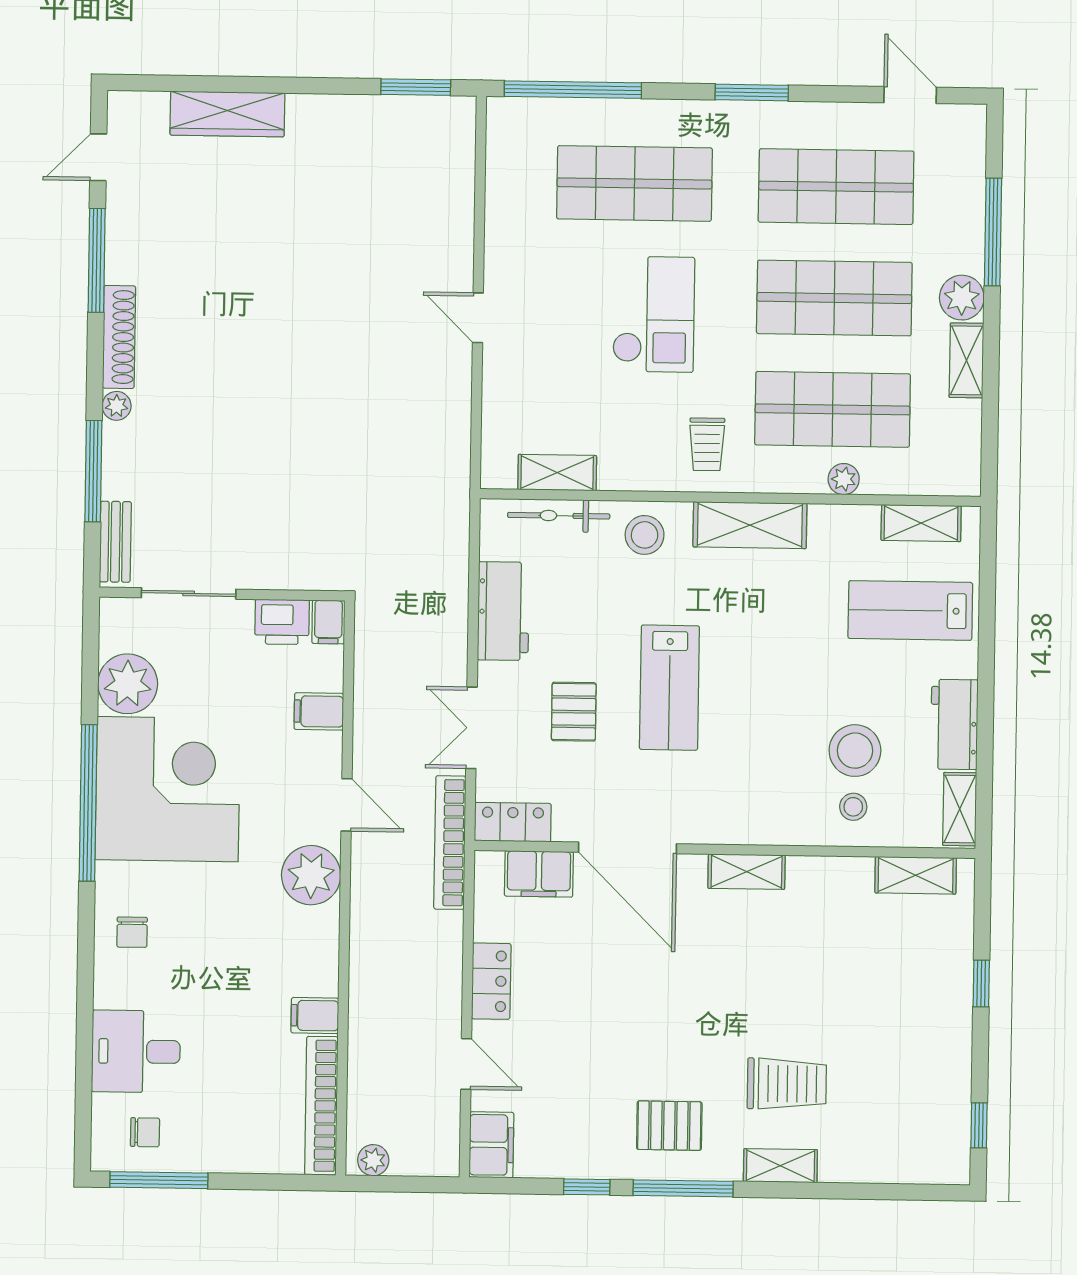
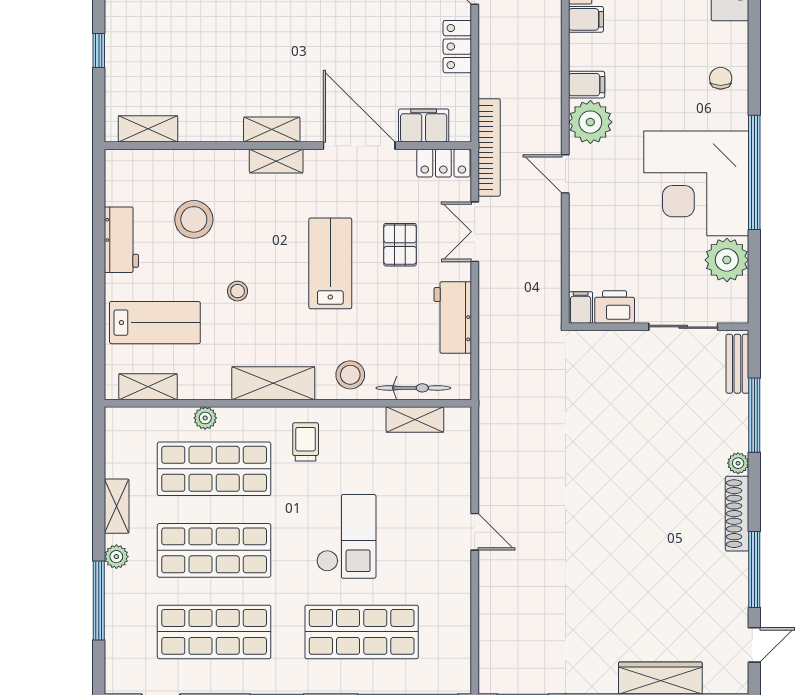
plant: (962, 298) -> (116, 557), width x0.73, depth x0.73
checkout: (654, 314) -> (346, 536), turned 180
filing cabinet: (319, 711) -> (587, 85), moved
double door: (471, 728) -> (475, 232), swing flipped
stool: (853, 807) -> (238, 291), moved
shelving: (960, 809) -> (276, 161), moved, turned 90

